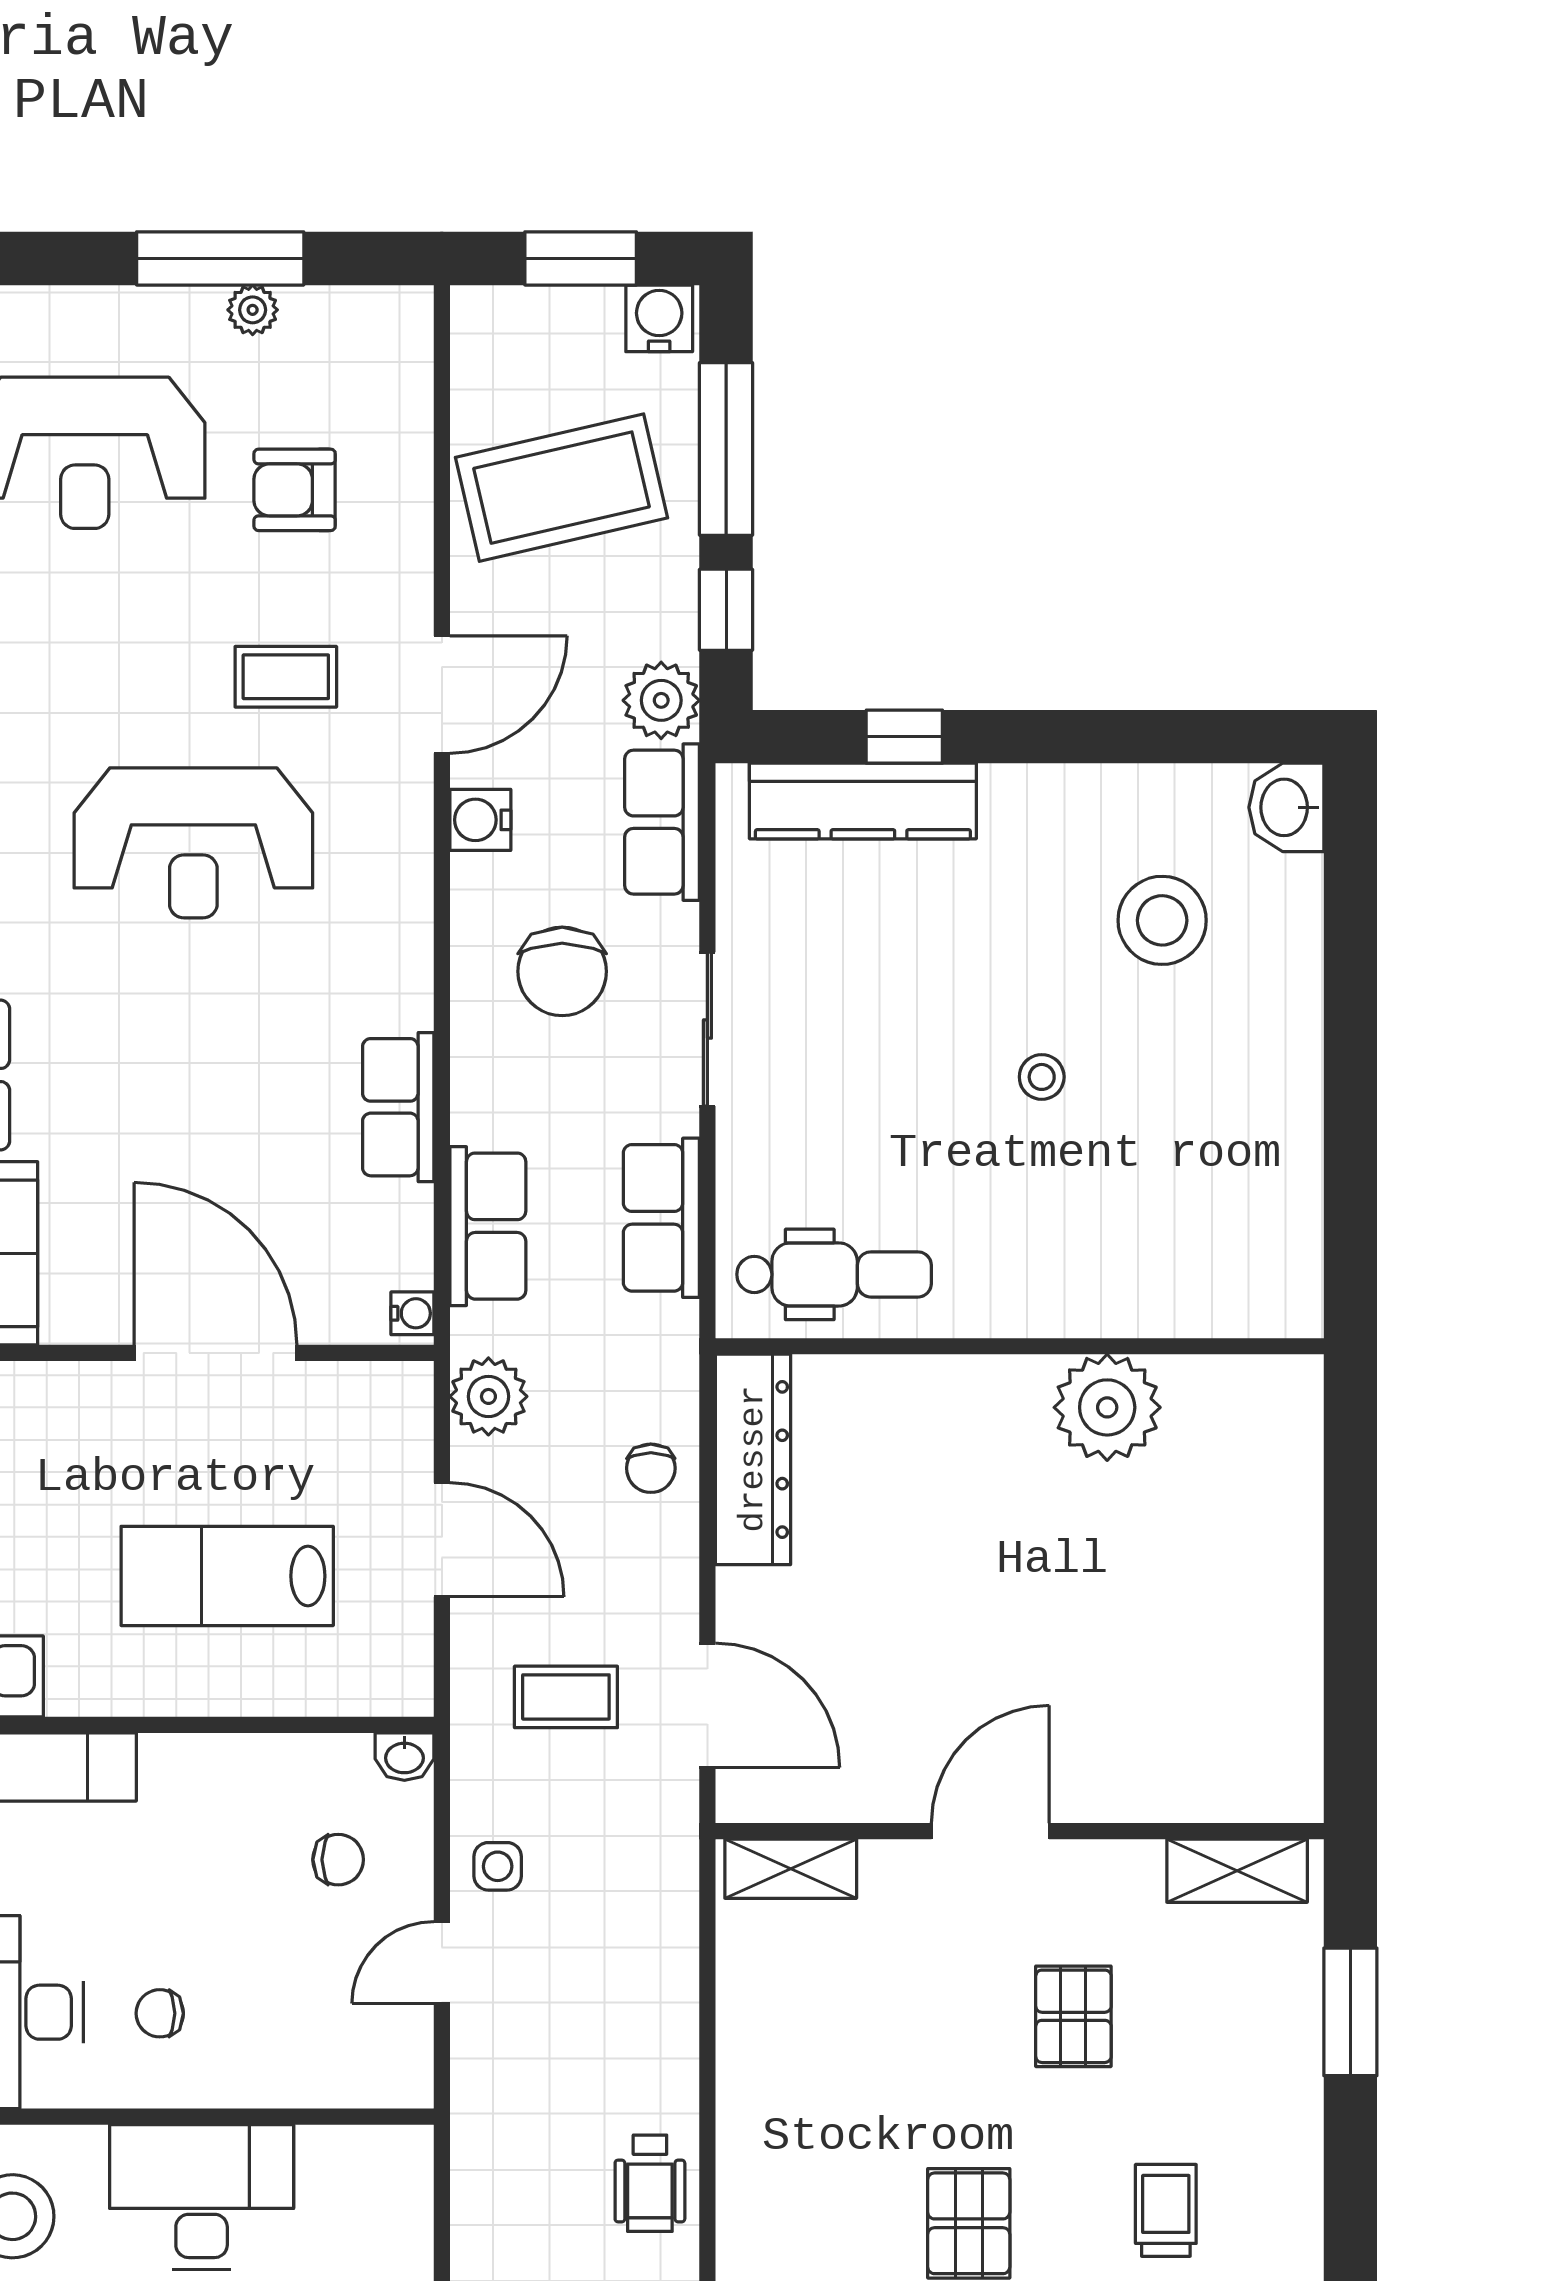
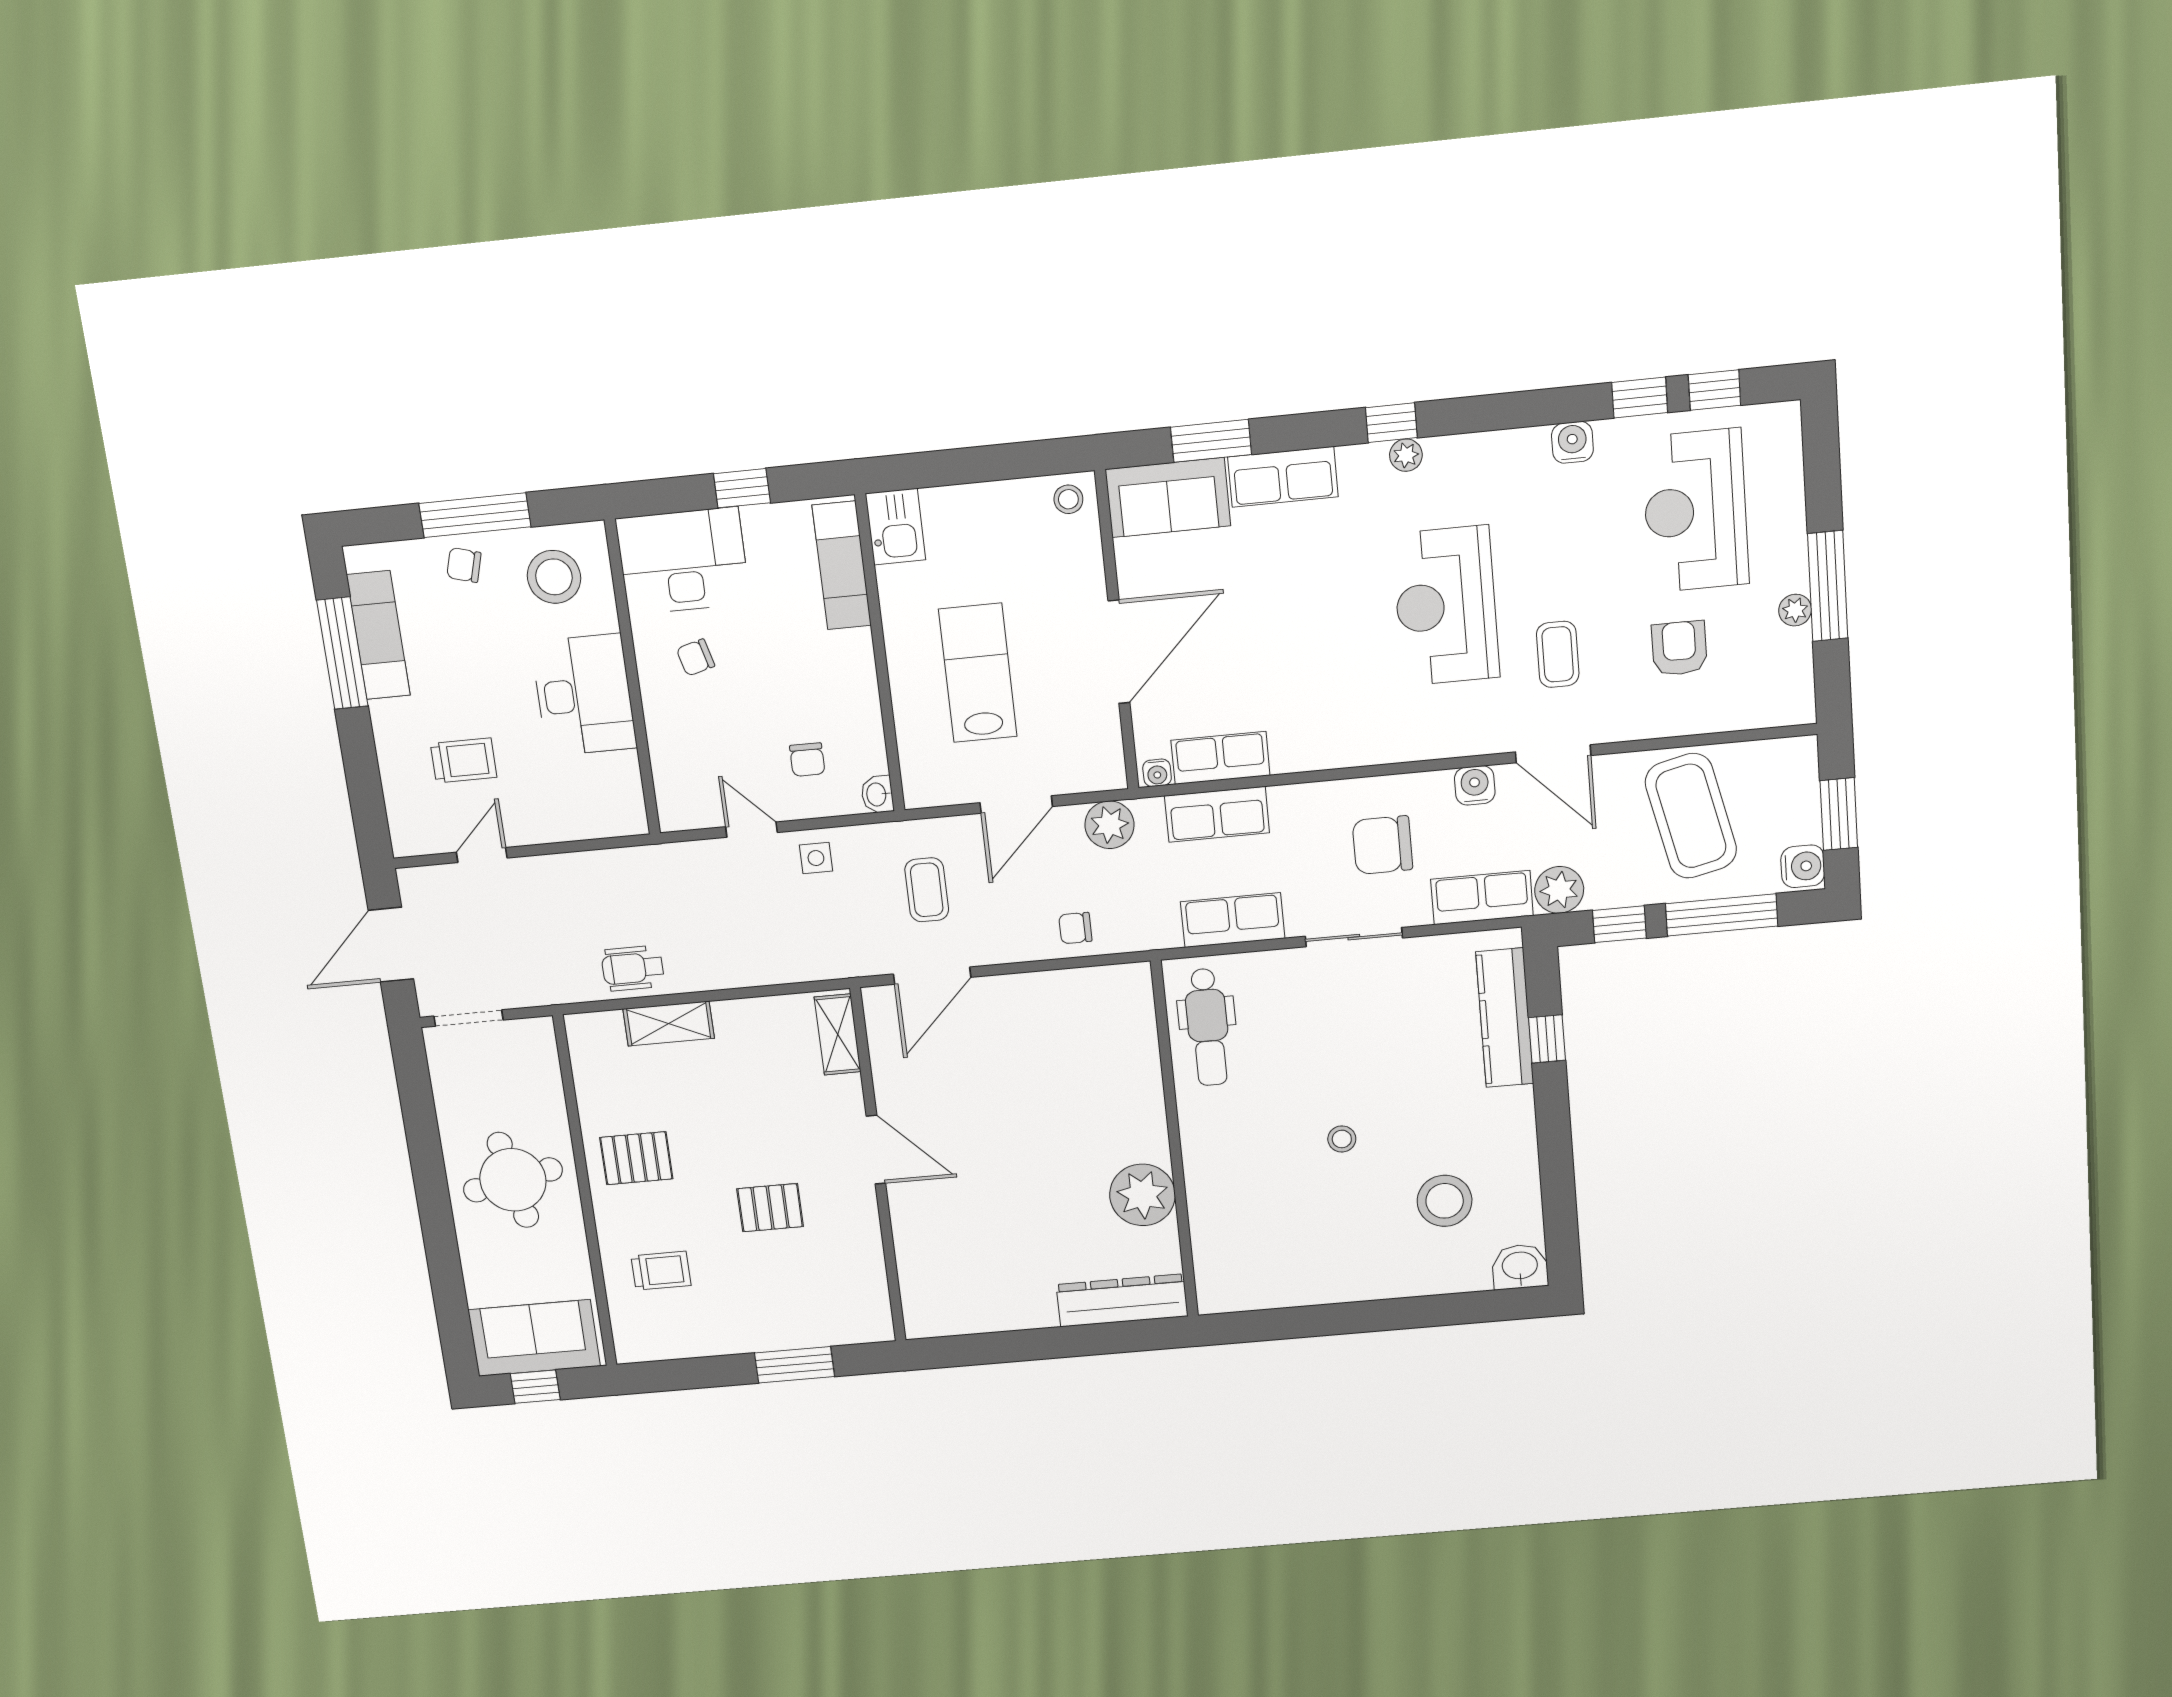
row of seats: (398, 1107) -> (1220, 758), moved
dresser: (753, 1459) -> (1122, 1300), moved, turned 180
shelving: (1237, 1871) -> (669, 1024), moved, turned 90
chair: (160, 2013) -> (696, 657), turned -105

